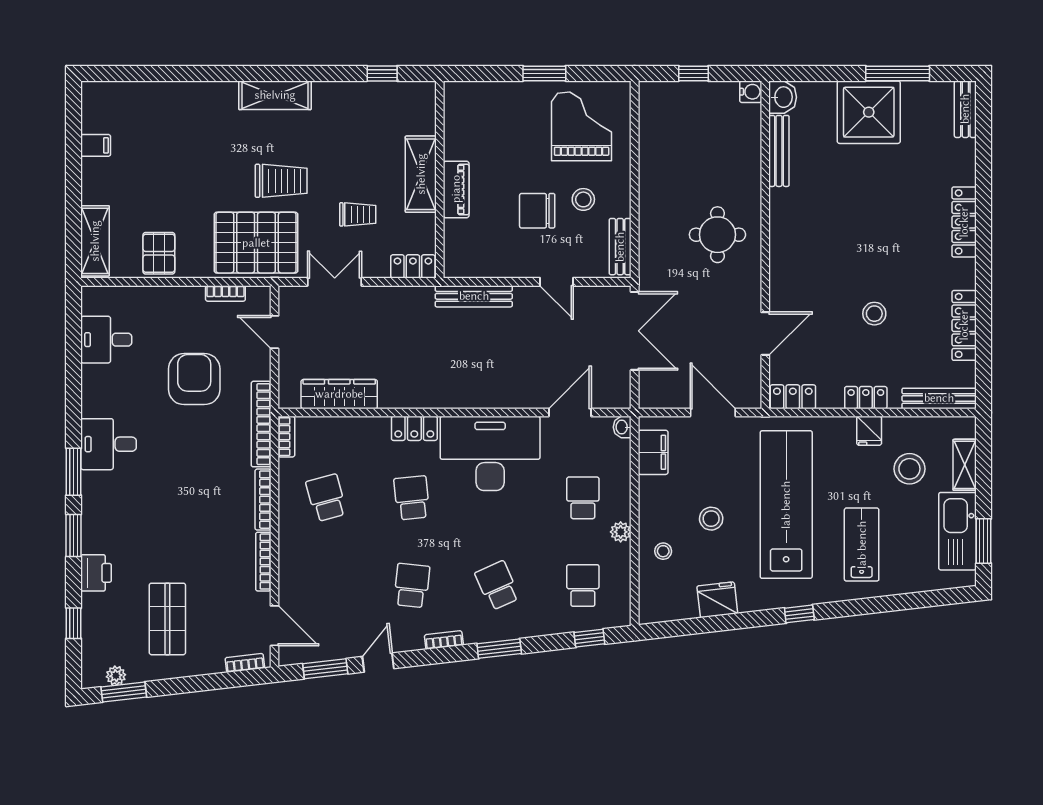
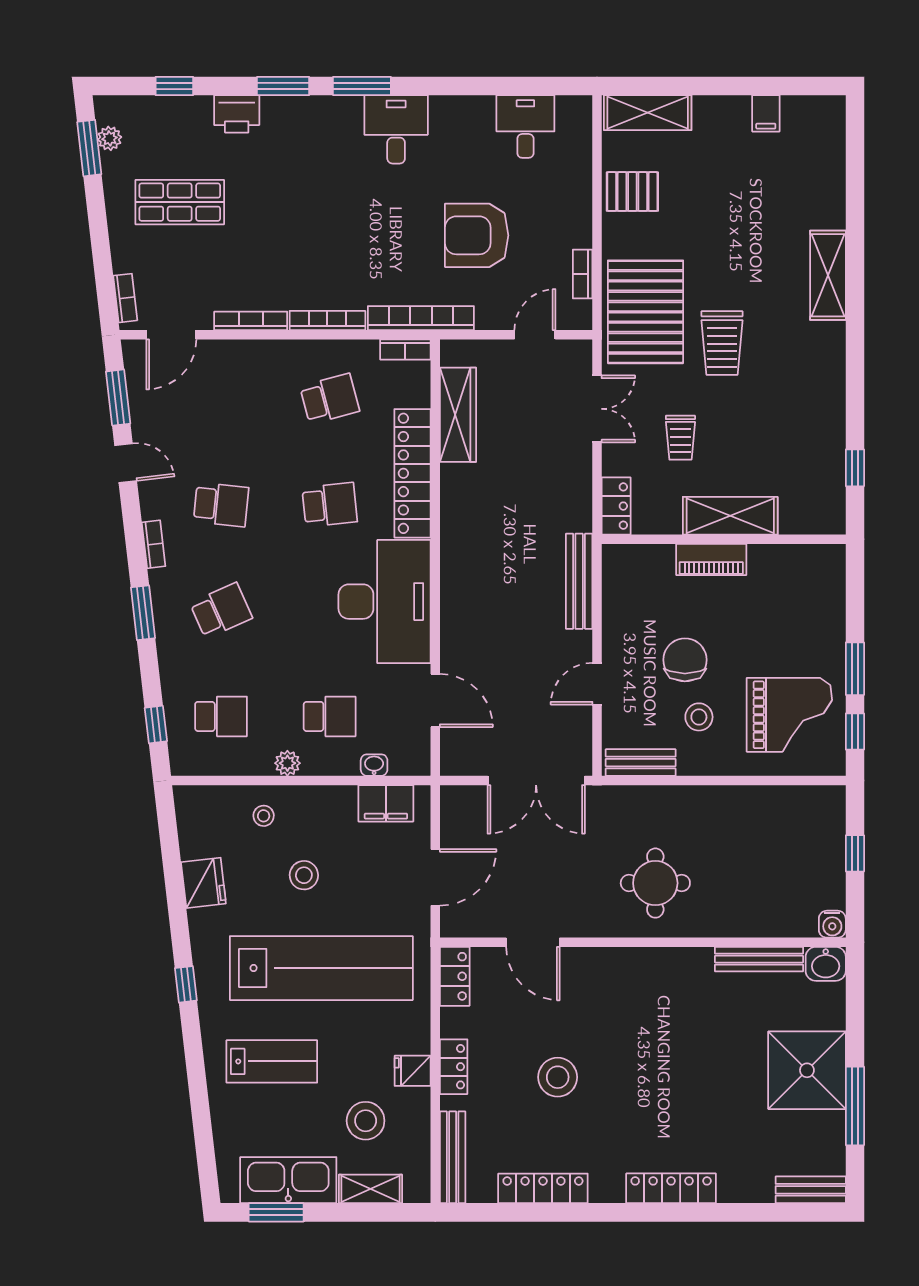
window: (595, 73) -> (855, 732), added
shelving: (275, 95) -> (828, 275), moved
stool: (874, 314) -> (558, 1077), width x1.38, depth x1.38
armchair: (194, 379) -> (477, 235), turned 180
washbasin: (622, 427) -> (374, 765), moved
locker: (414, 428) -> (412, 473), width x2.16, depth x1.21

